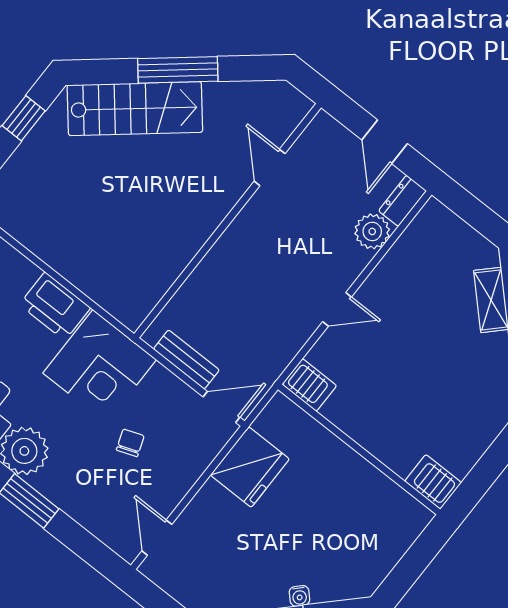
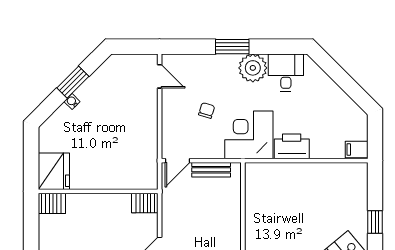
chair: (130, 443) -> (207, 110), turned -143
fridge: (250, 467) -> (54, 171), moved, turned 180

